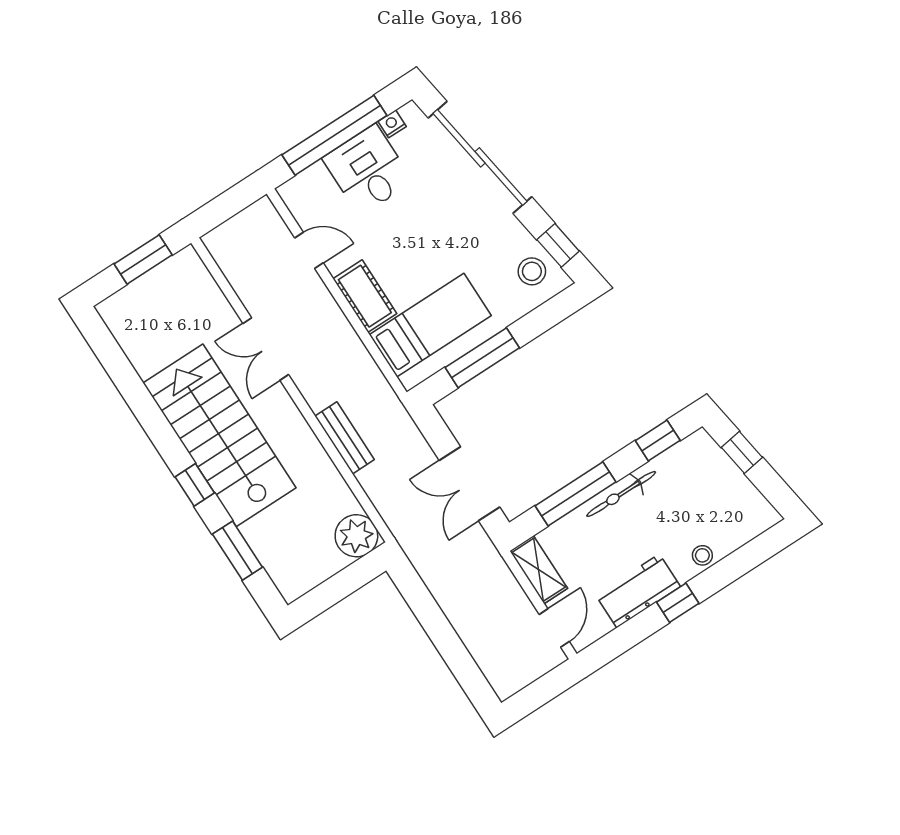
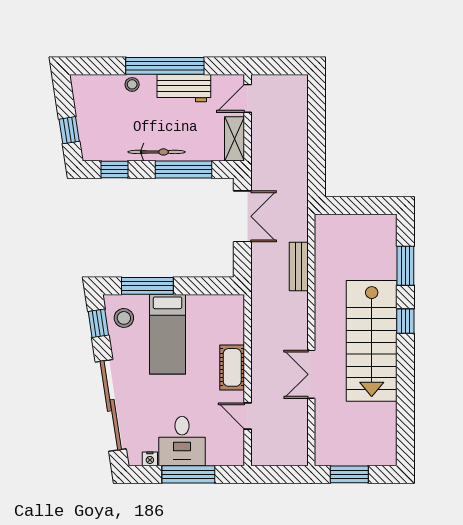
window: (334, 135) -> (188, 474), width x0.68
bed: (430, 325) -> (168, 334), moved, turned -90
double door: (266, 349) -> (311, 374), swing flipped
window: (482, 358) -> (147, 286), moved
bench: (345, 438) -> (299, 266), moved
plant: (356, 536) -> (329, 229), removed
window: (678, 603) -> (165, 66), width x3.17

